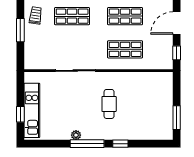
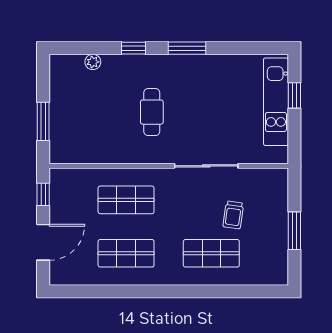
trolley: (36, 15) -> (233, 215), moved
window: (177, 118) -> (43, 121), moved
plant: (76, 135) -> (93, 62), moved
window: (87, 144) -> (187, 48), width x0.69

